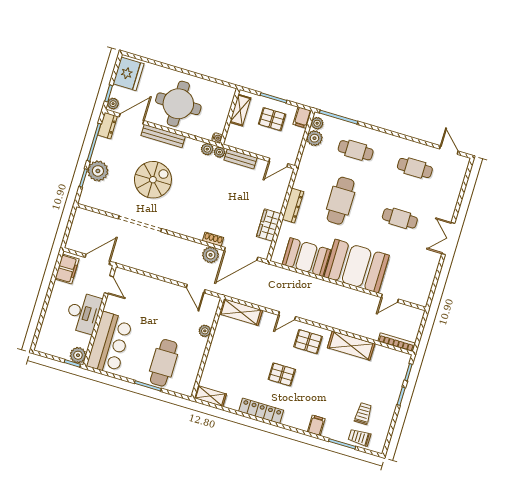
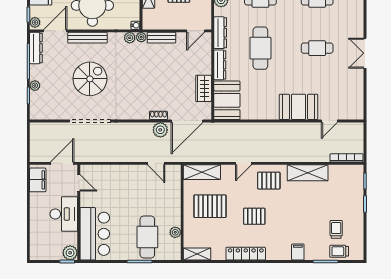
dresser: (108, 126) -> (36, 48), width x1.44
plant: (98, 171) -> (35, 86), width x0.53, depth x0.53
dresser: (303, 172) -> (220, 33), added
booth: (306, 257) -> (227, 100), moved, turned 90
booth: (357, 266) -> (299, 107), width x0.73, depth x0.70
plant: (205, 331) -> (175, 232), moved
pallet: (239, 350) -> (210, 206), added

